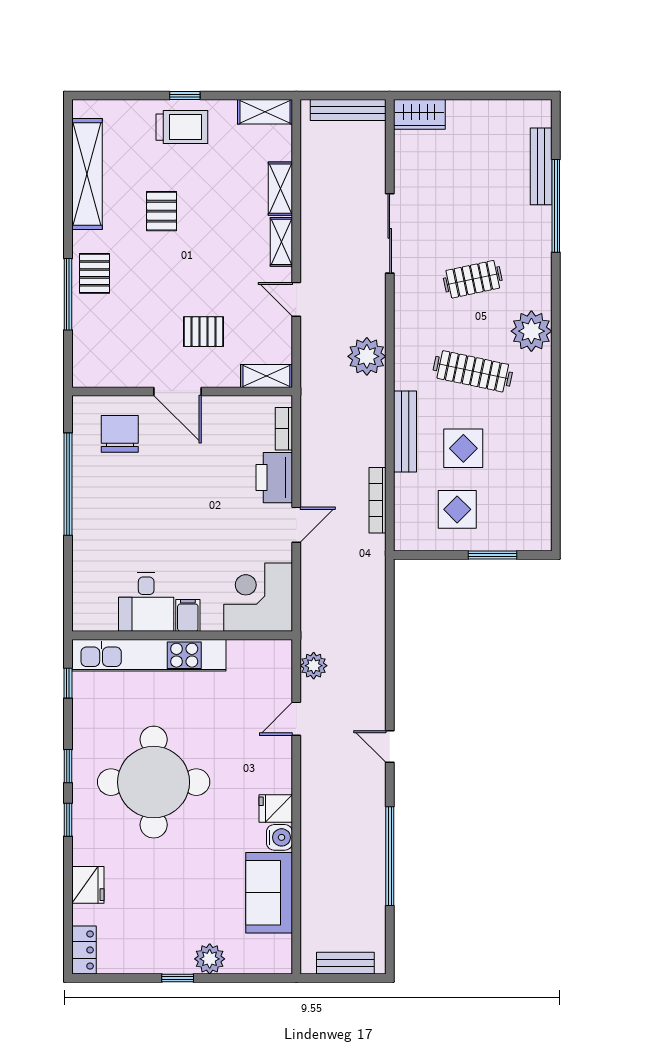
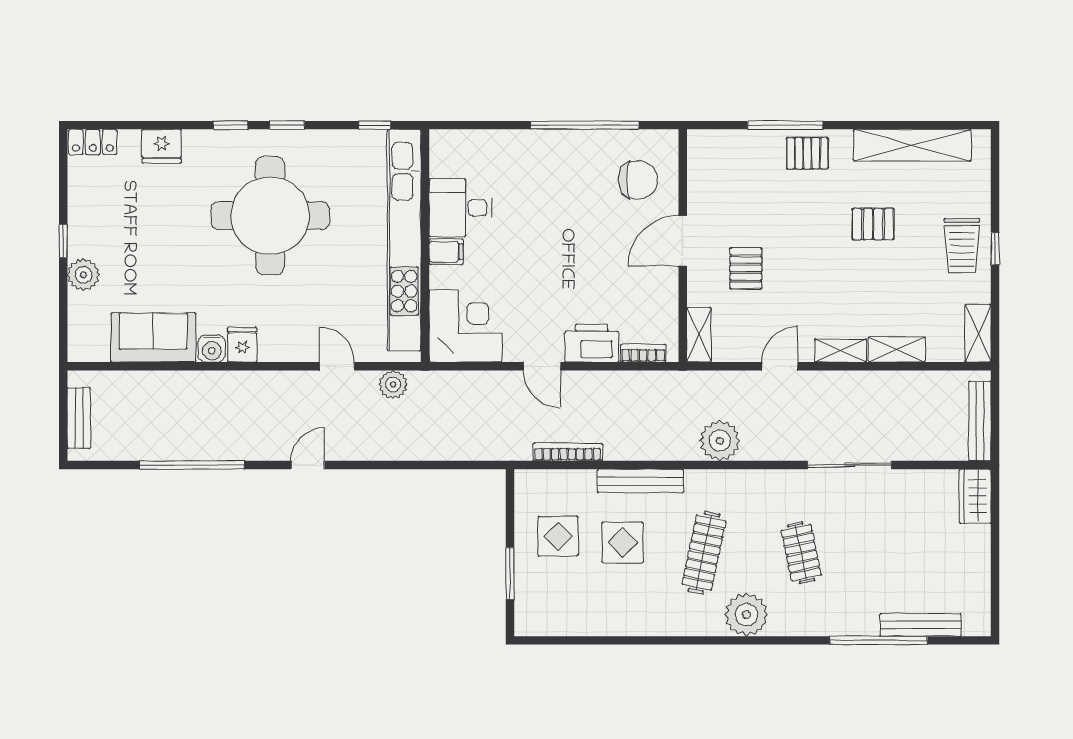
kitchen unit: (149, 655) -> (404, 240), width x1.36

